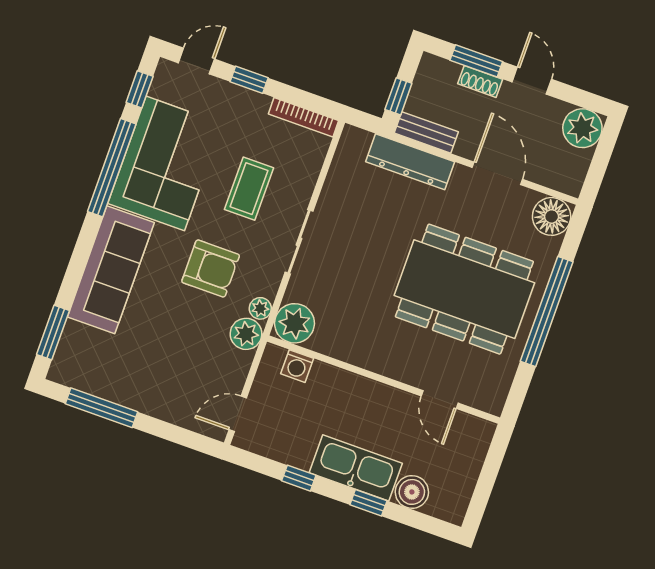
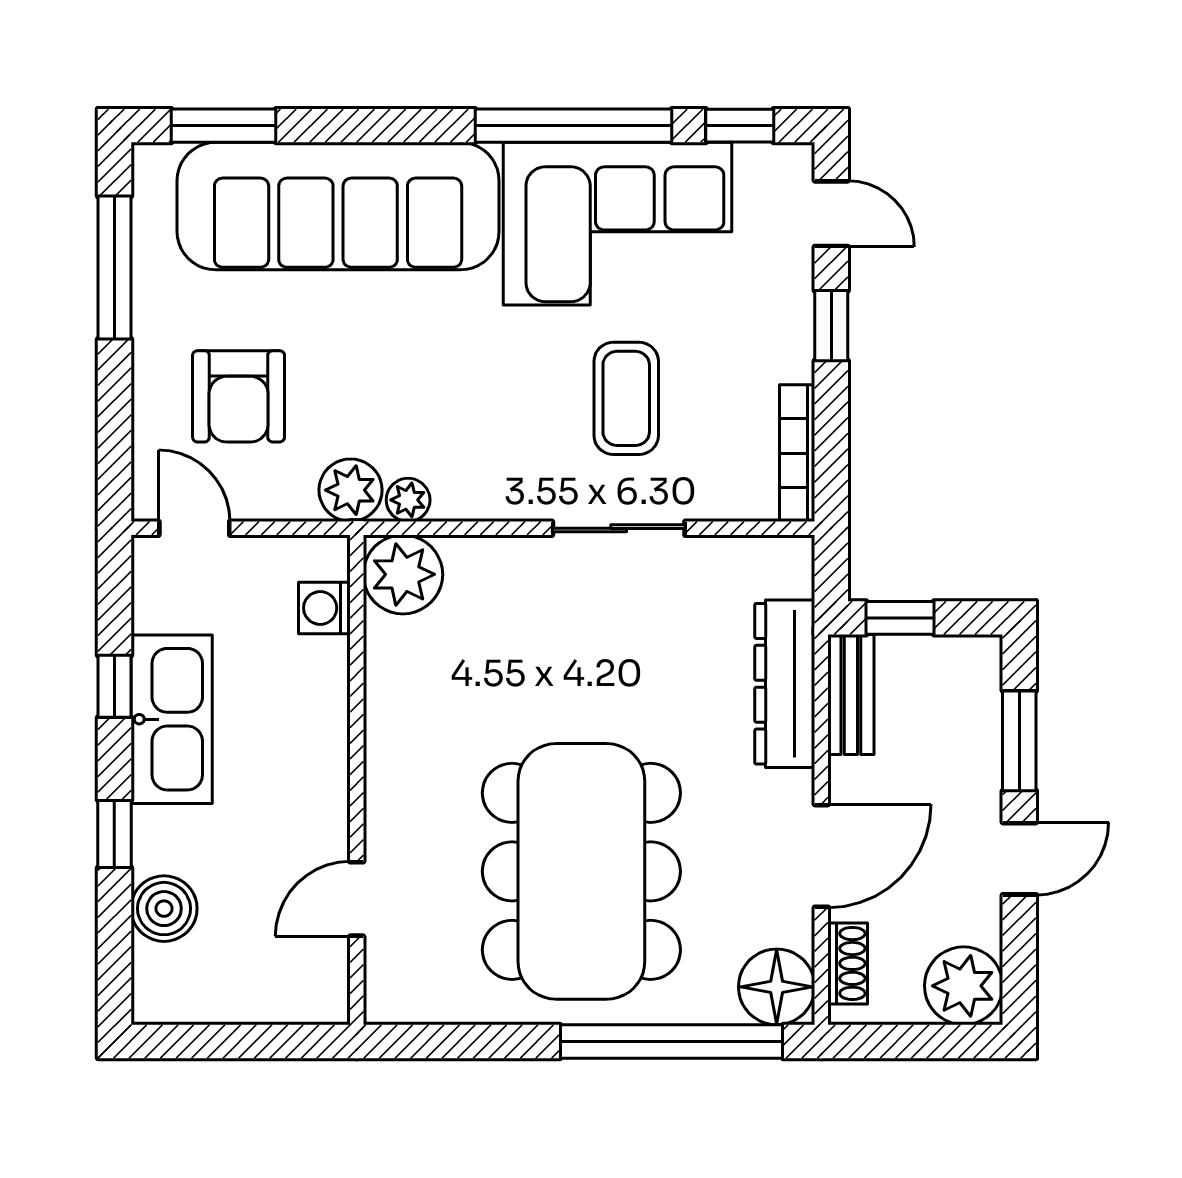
shoe rack: (480, 81) -> (848, 963), moved, turned 180
coffee table: (249, 189) -> (626, 398), turned 90
sliding door: (299, 242) -> (619, 528), moved
armchair: (211, 269) -> (239, 396), moved
sofa: (111, 270) -> (338, 206), width x1.36, depth x1.27
window: (547, 312) -> (671, 1042), moved
kitchen sink: (356, 468) -> (172, 719), moved

